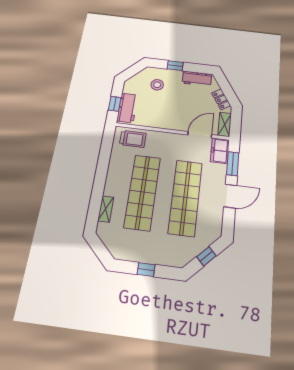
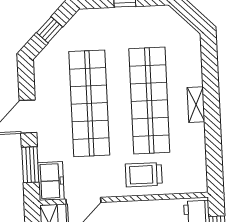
trolley: (133, 139) -> (144, 175), moved
shelving: (106, 209) -> (196, 105), moved

